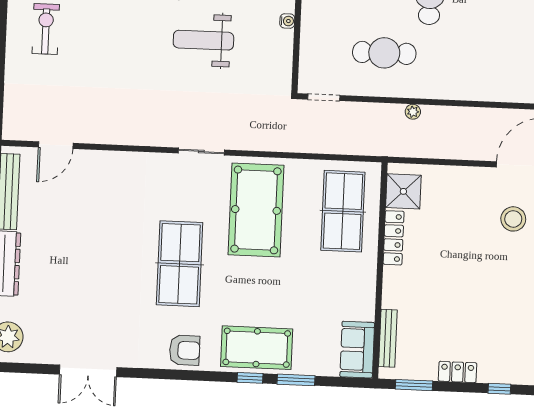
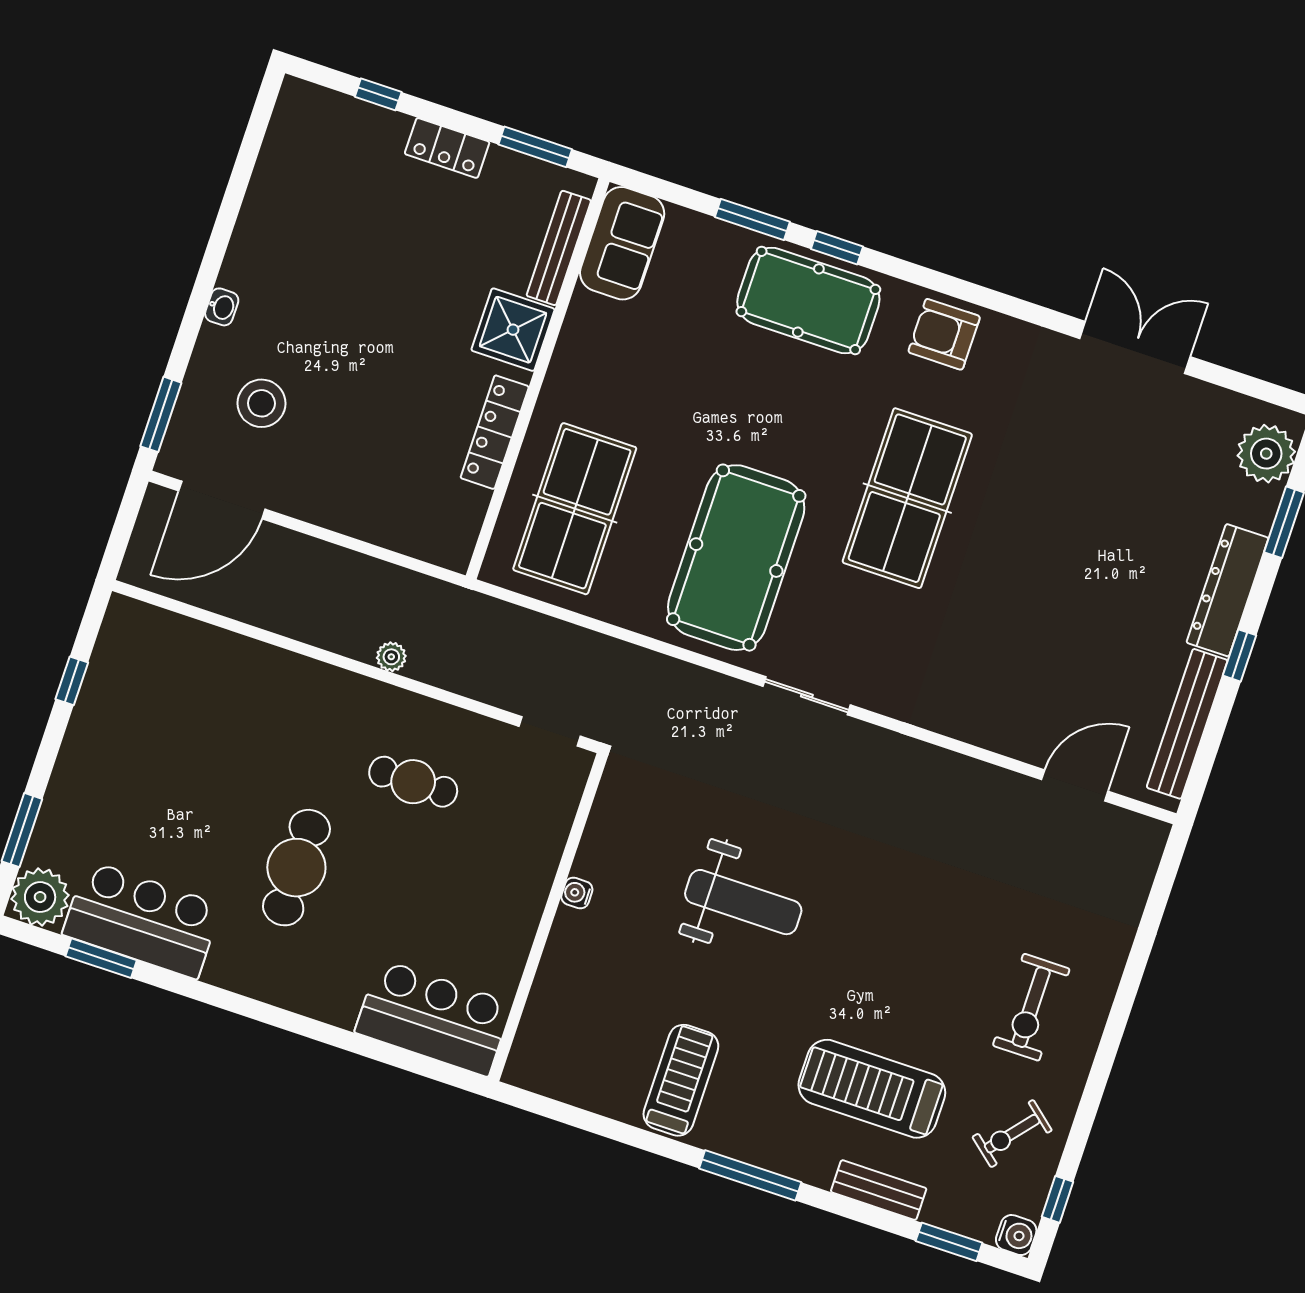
cafe table: (384, 53) -> (413, 782), width x0.73, depth x0.74
shower: (403, 191) -> (513, 330), moved

